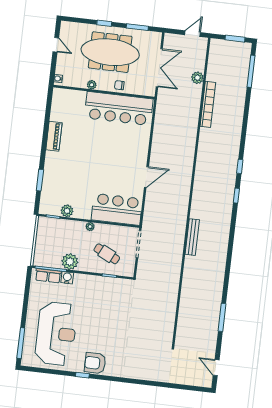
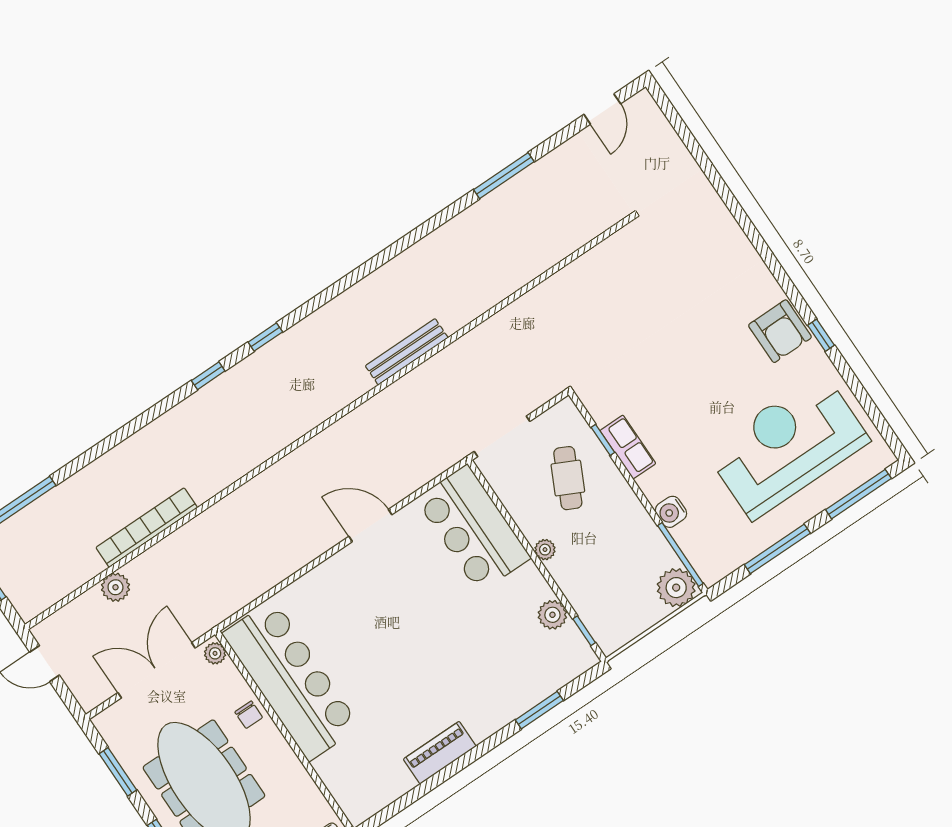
plant: (92, 85) -> (215, 653), moved
plant: (70, 262) -> (676, 588), moved
row of seats: (48, 276) -> (628, 447), moved
window: (26, 302) -> (777, 549), added

